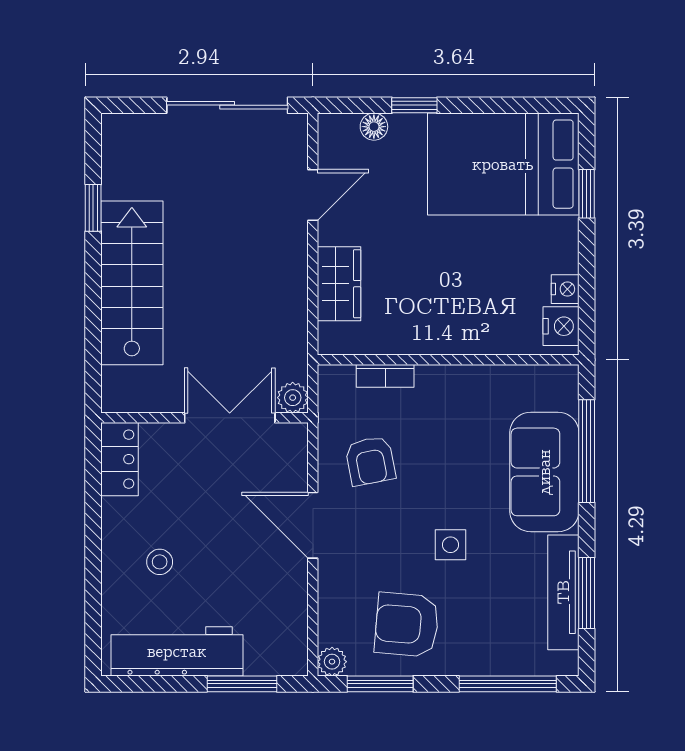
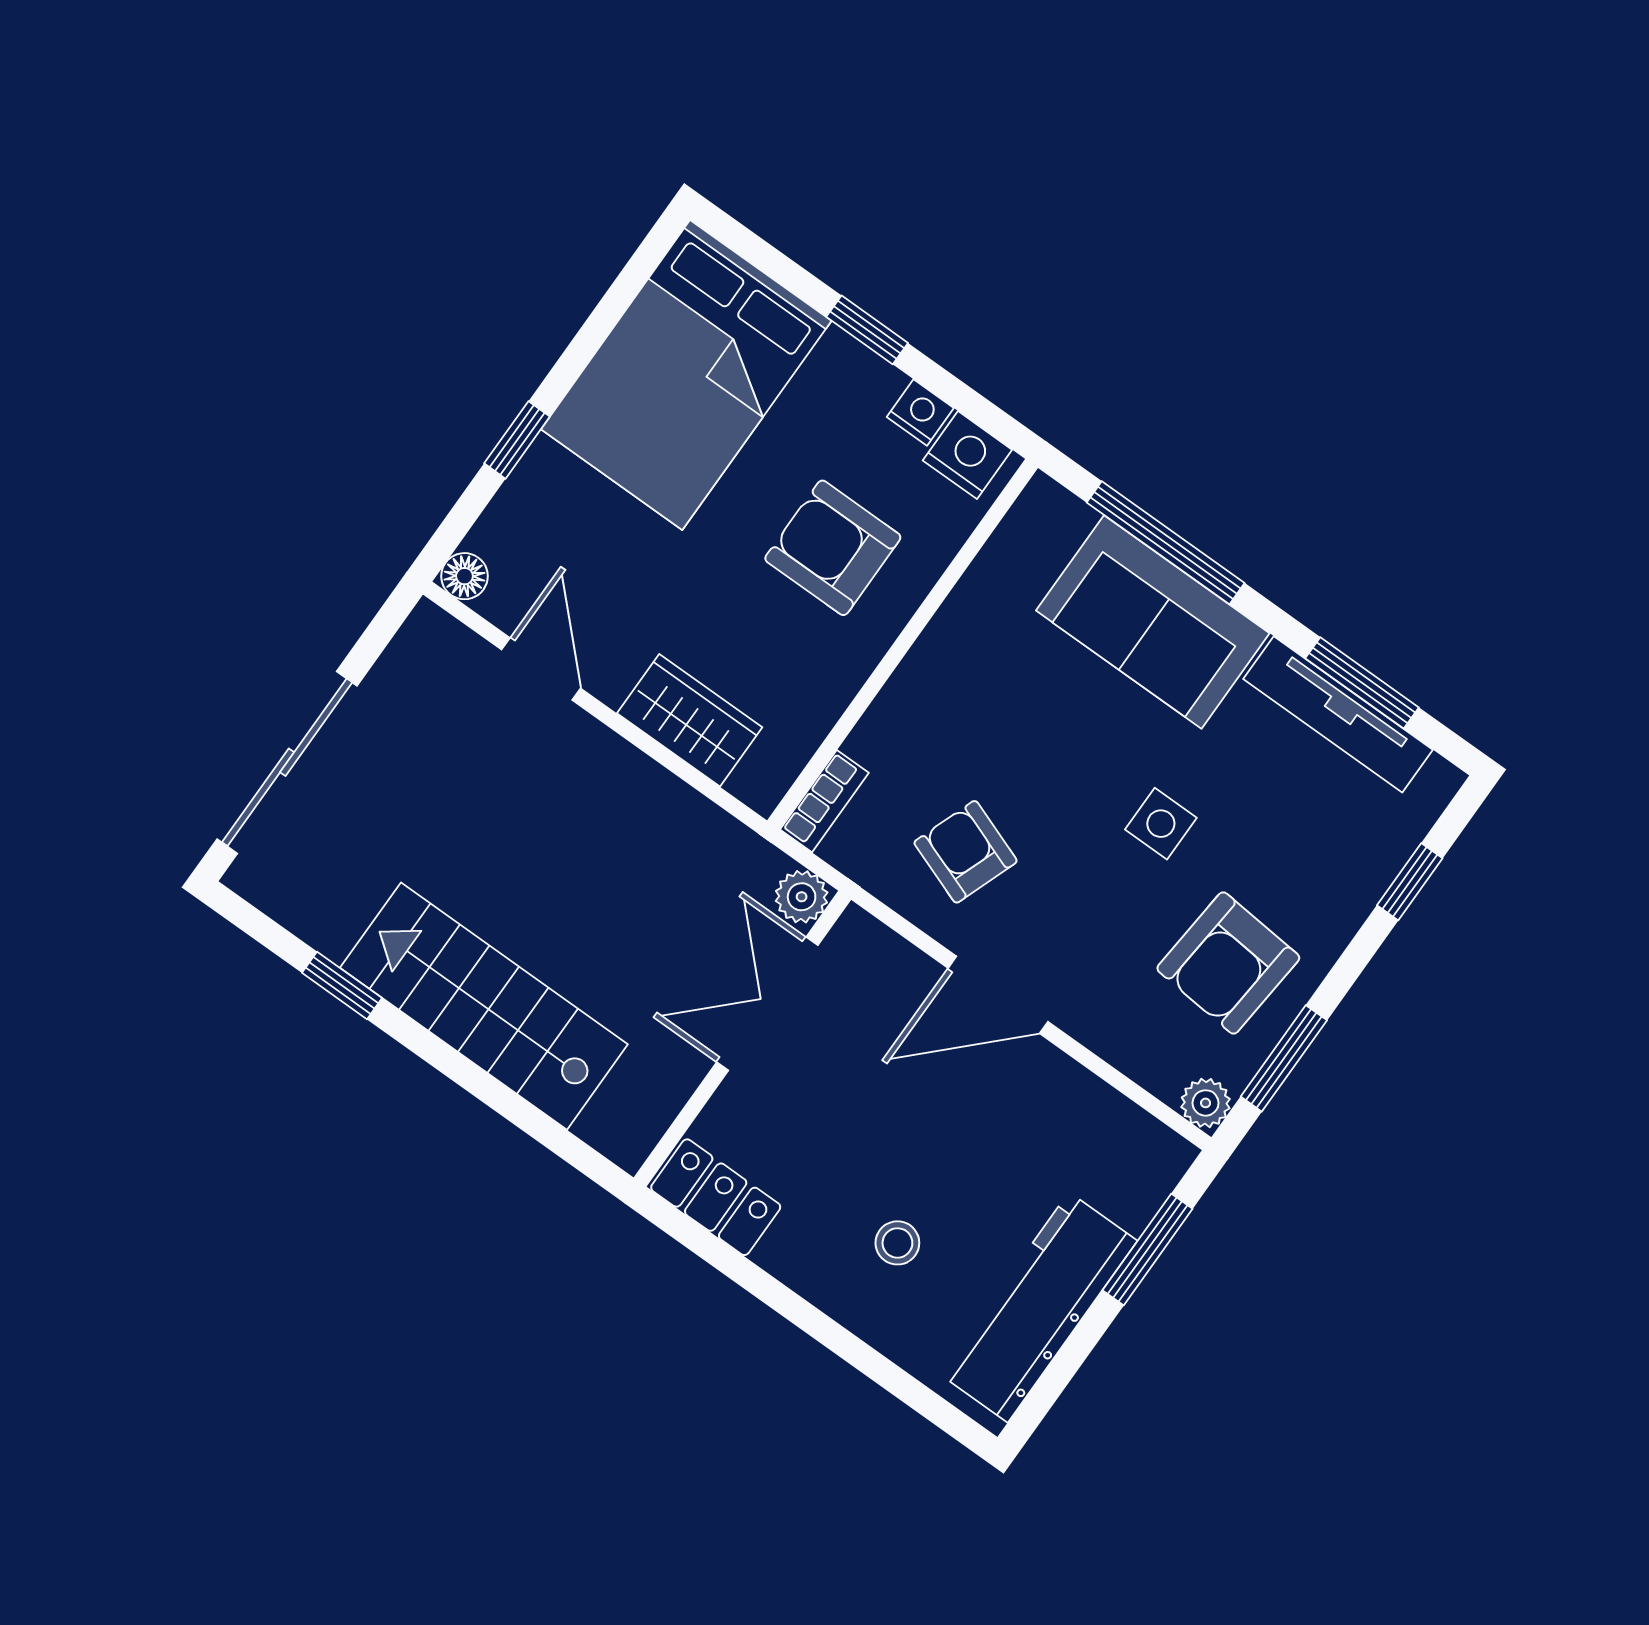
sliding door: (227, 105) -> (287, 762), moved
floor lamp: (374, 127) -> (464, 576), moved
window: (587, 194) -> (867, 330), moved
armchair: (471, 293) -> (833, 548), added
bookcase: (385, 376) -> (824, 801), moved
armchair: (370, 461) -> (966, 852), turned -149
window: (508, 684) -> (1410, 882), width x0.46

